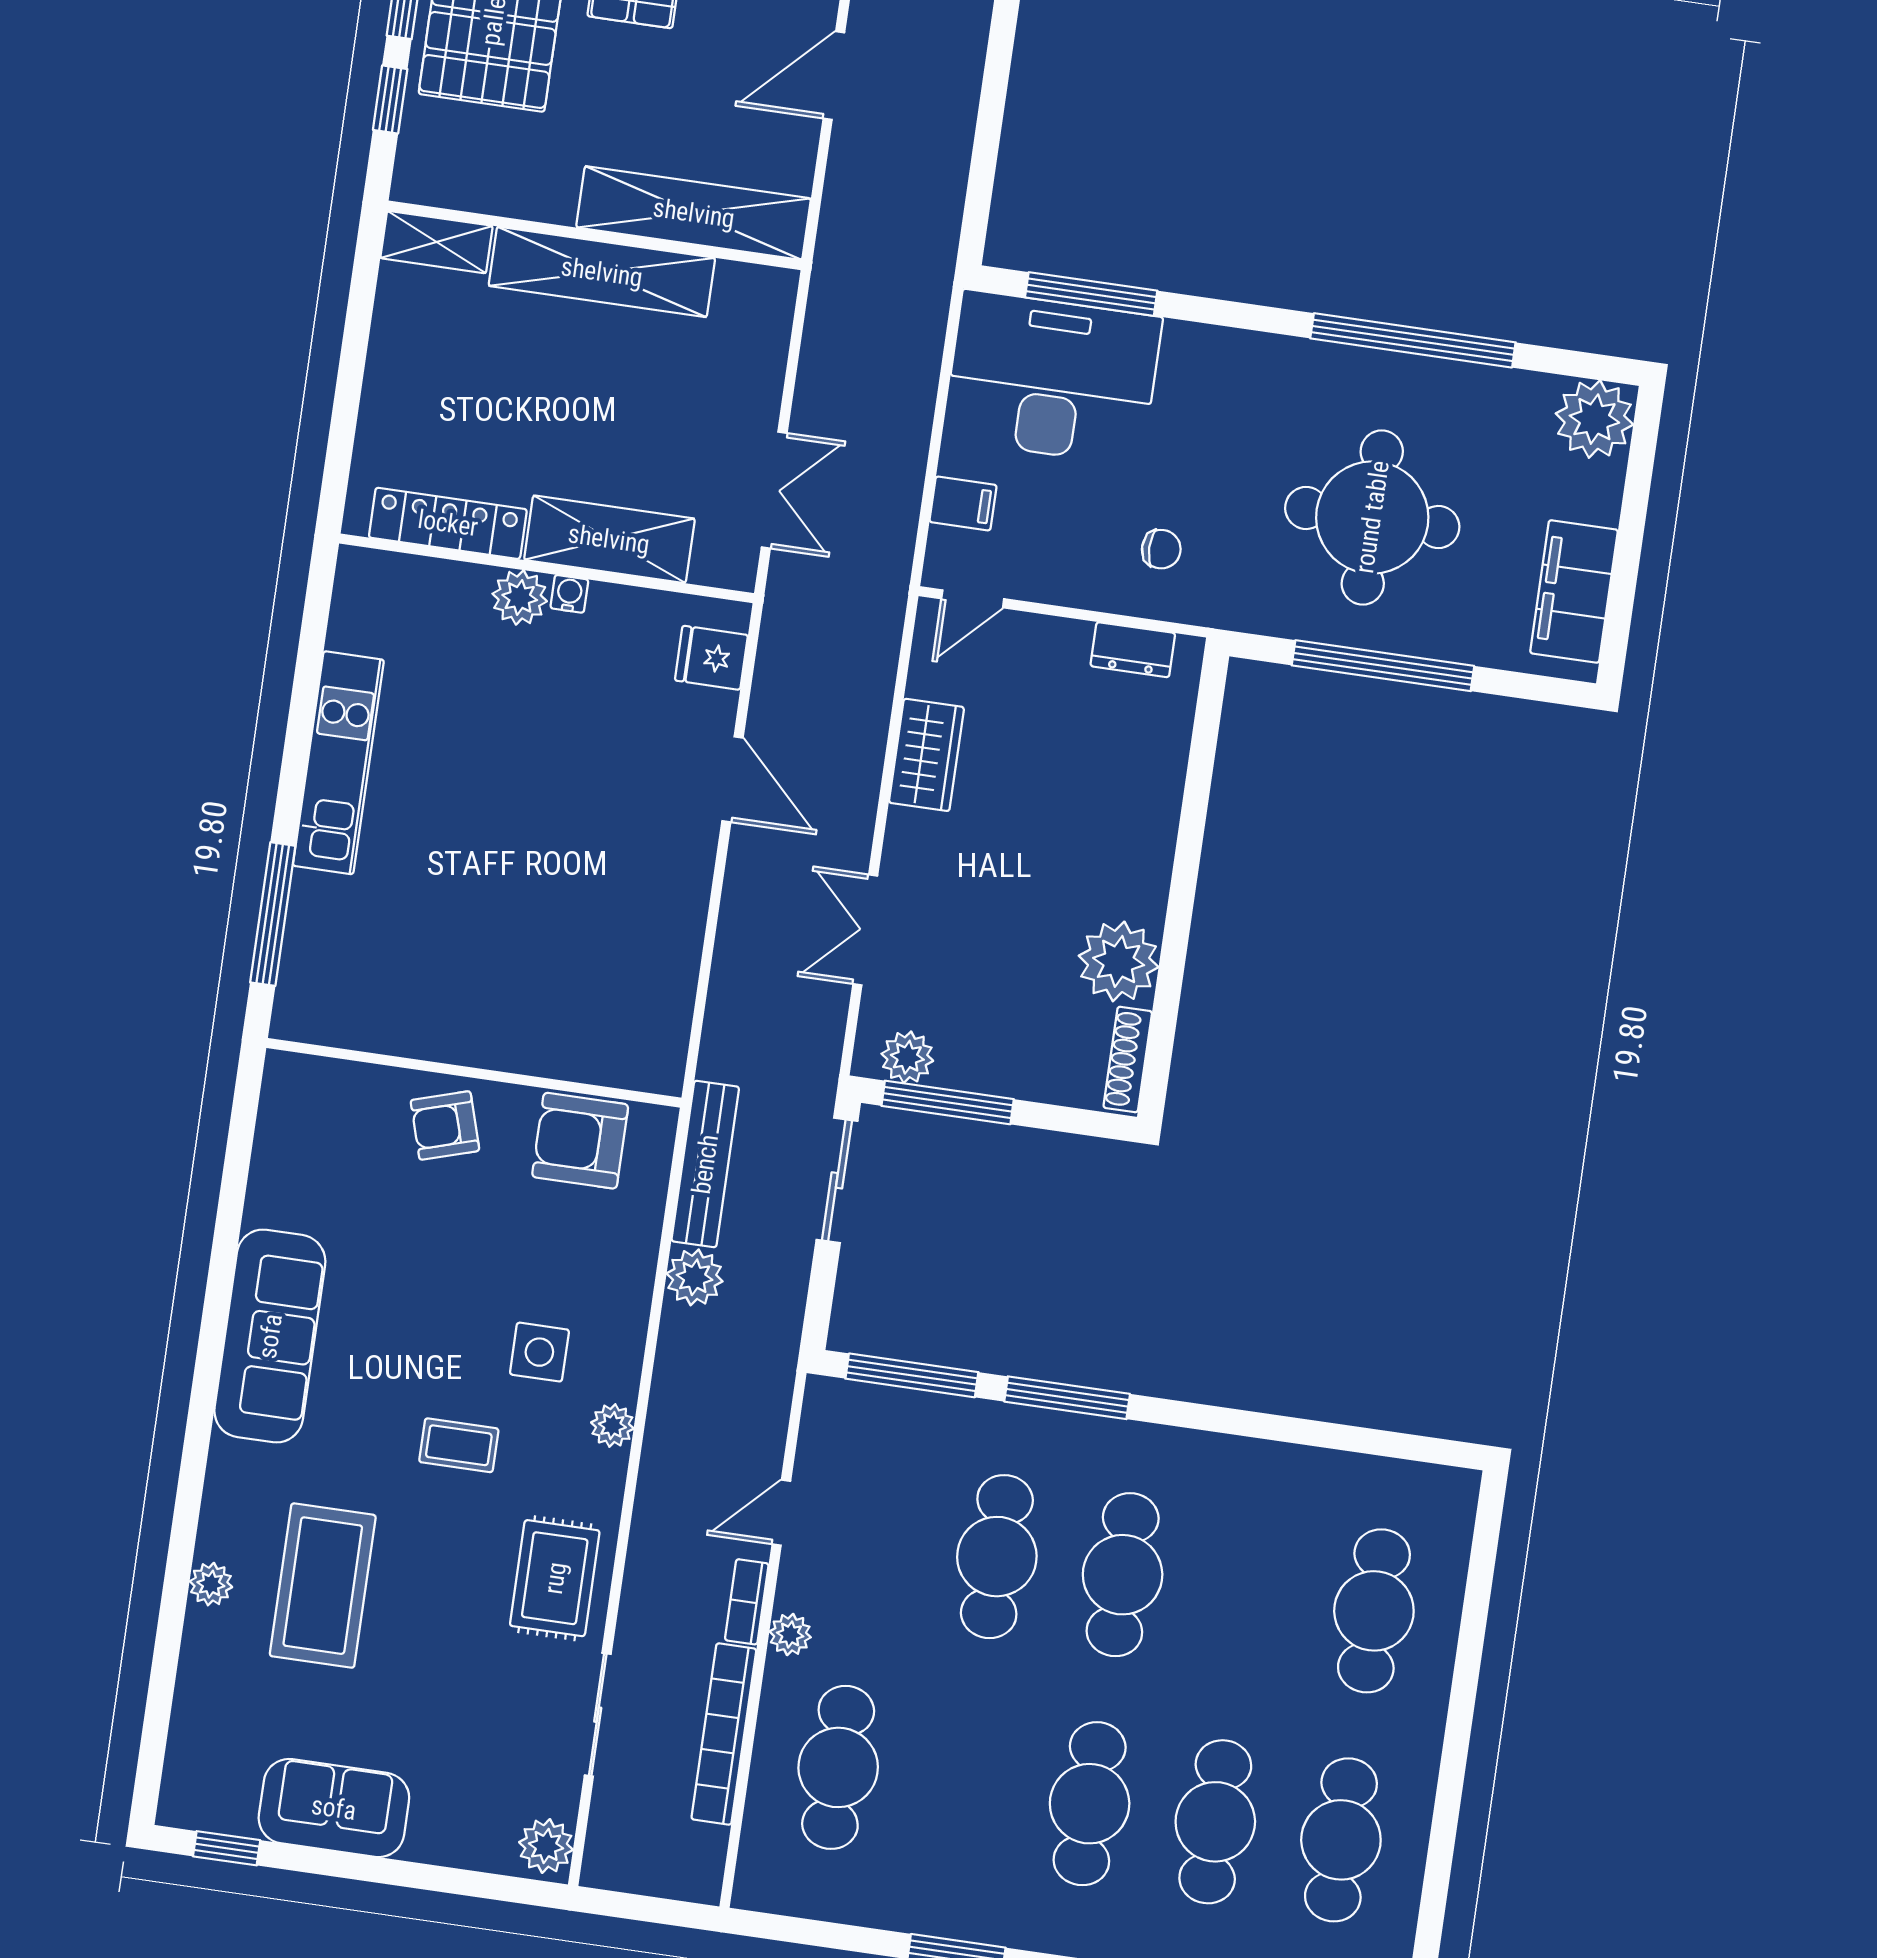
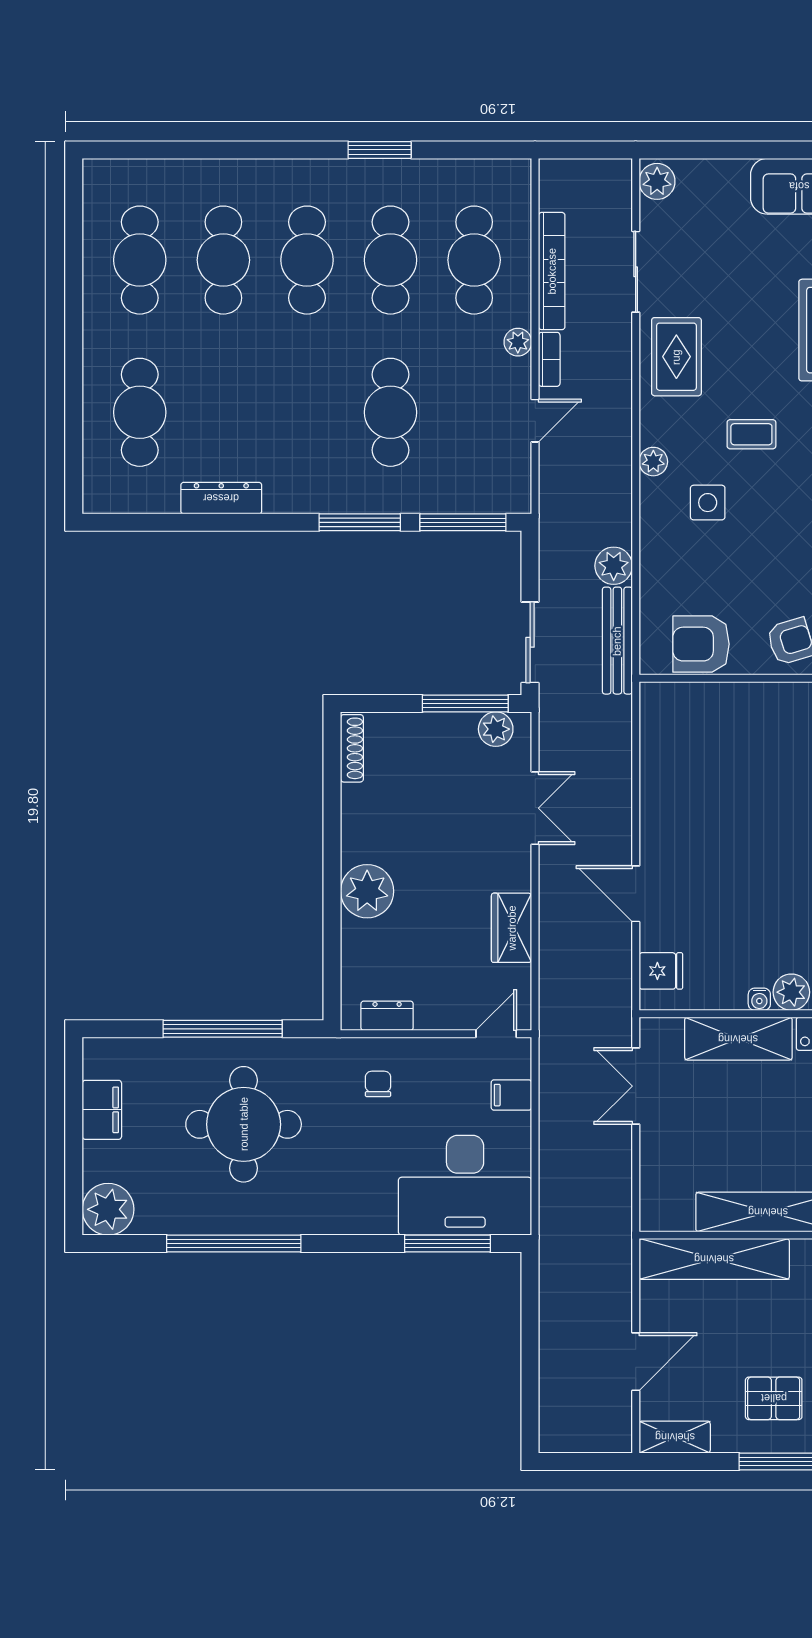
chair: (1161, 549) -> (378, 1084), turned 90
filing cabinet: (1574, 591) -> (102, 1110), width x0.67, depth x0.86
plant: (1119, 961) -> (367, 891), moved
armchair: (580, 1141) -> (701, 644), turned 180
dresser: (1270, 1464) -> (221, 498), added
cafe table: (1123, 1575) -> (391, 260), moved

